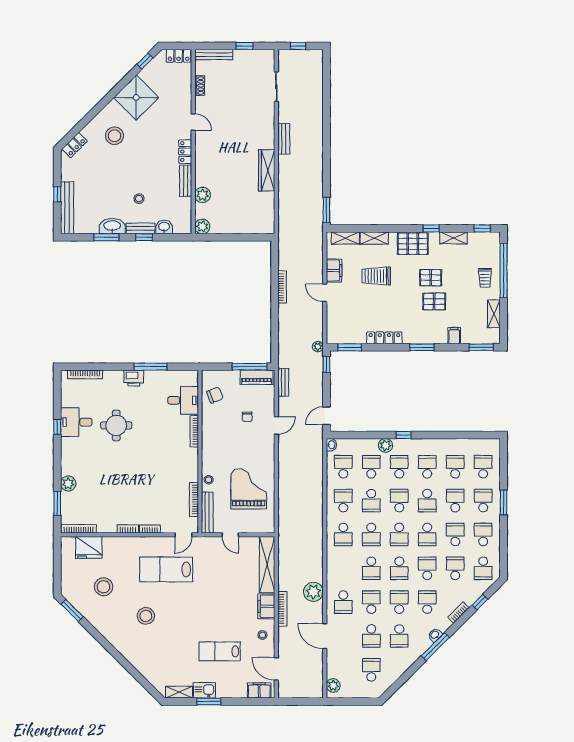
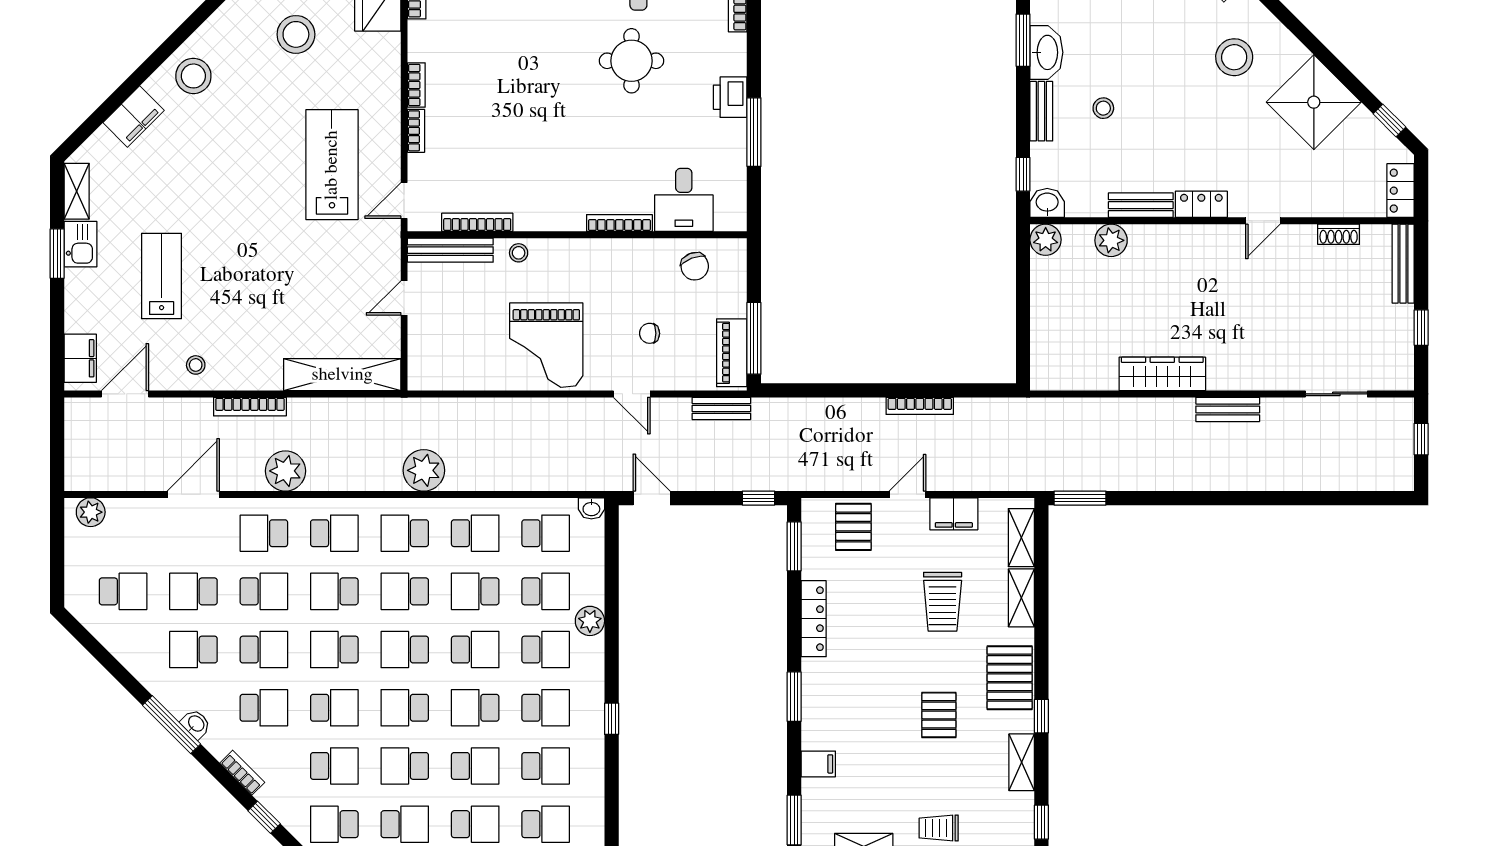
washbasin: (164, 227) -> (1047, 203), moved, turned -90
window: (144, 237) -> (1023, 174), moved
trolley: (376, 276) -> (943, 602), turned 180
pallet: (434, 301) -> (853, 527), moved
plant: (318, 347) -> (424, 470), moved, width x1.87, depth x1.87
window: (404, 435) -> (612, 719), moved
grand piano: (249, 489) -> (546, 345), moved, turned 90
school desk: (455, 534) -> (405, 766), turned 180
door: (183, 535) -> (404, 201), hinge flipped
school desk: (343, 568) -> (334, 533), added
filing cabinet: (266, 606) -> (134, 117), moved, turned 135
stool: (146, 616) -> (193, 76), moved

